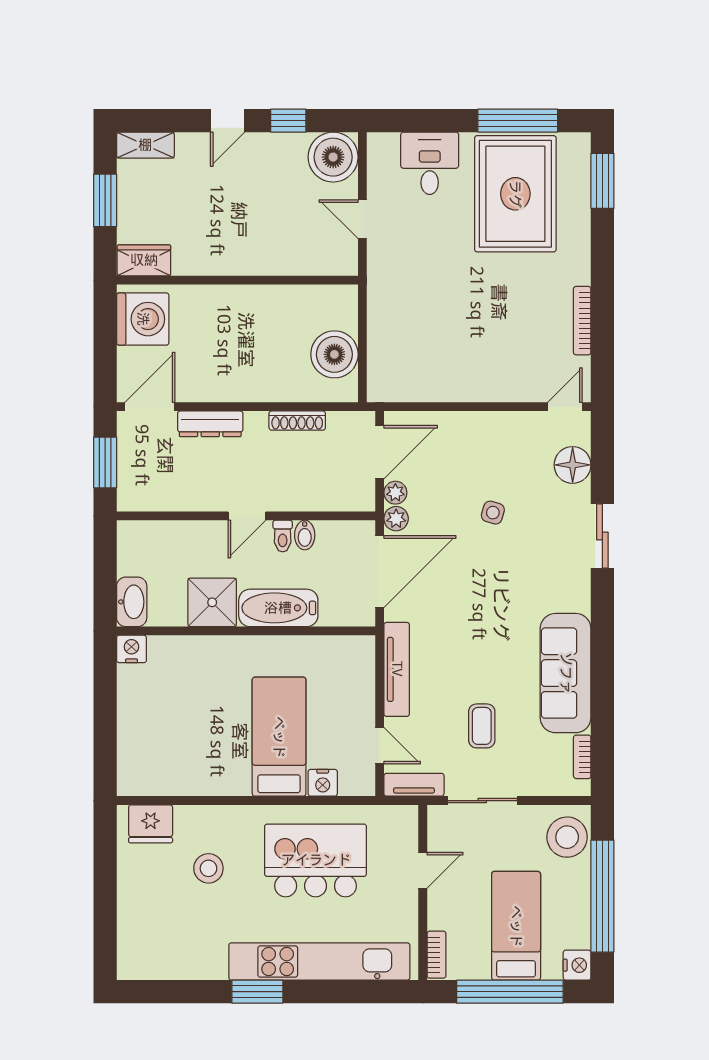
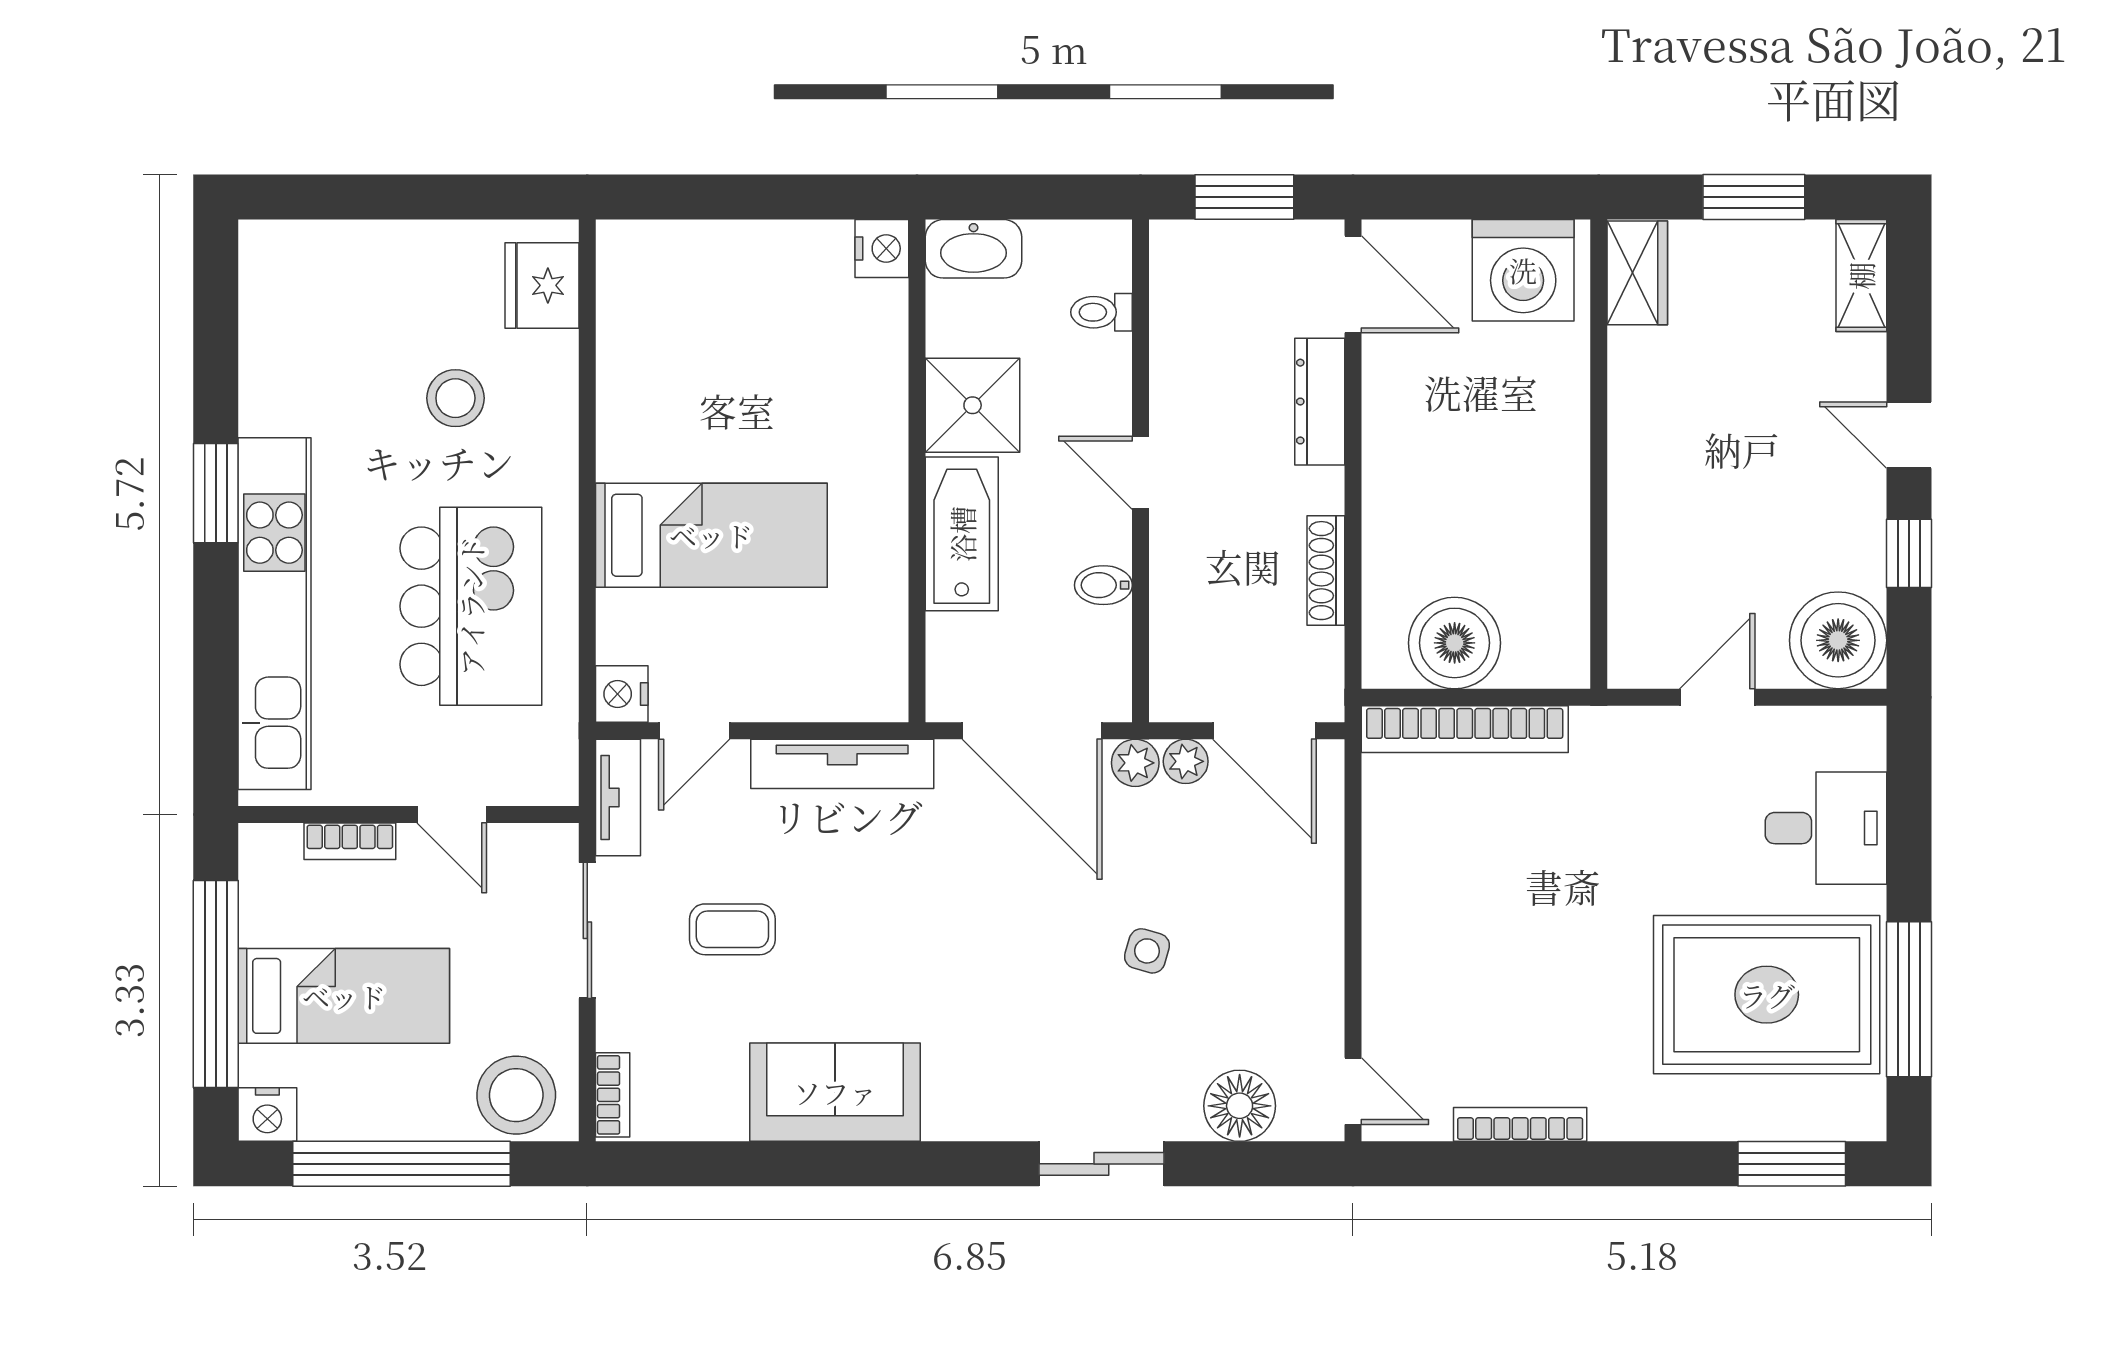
bookcase: (379, 349) -> (1465, 729), added
toilet: (283, 536) -> (1101, 312), moved
sofa: (566, 673) -> (835, 1092), width x0.73
bookcase: (582, 757) -> (613, 1095), moved, turned 90
nightstand: (323, 783) -> (622, 694), moved
bookcase: (436, 955) -> (350, 841), moved

